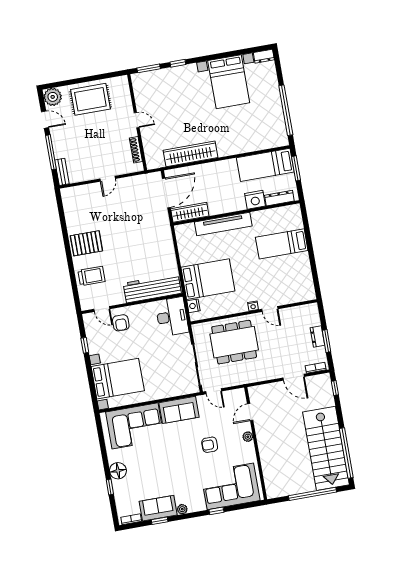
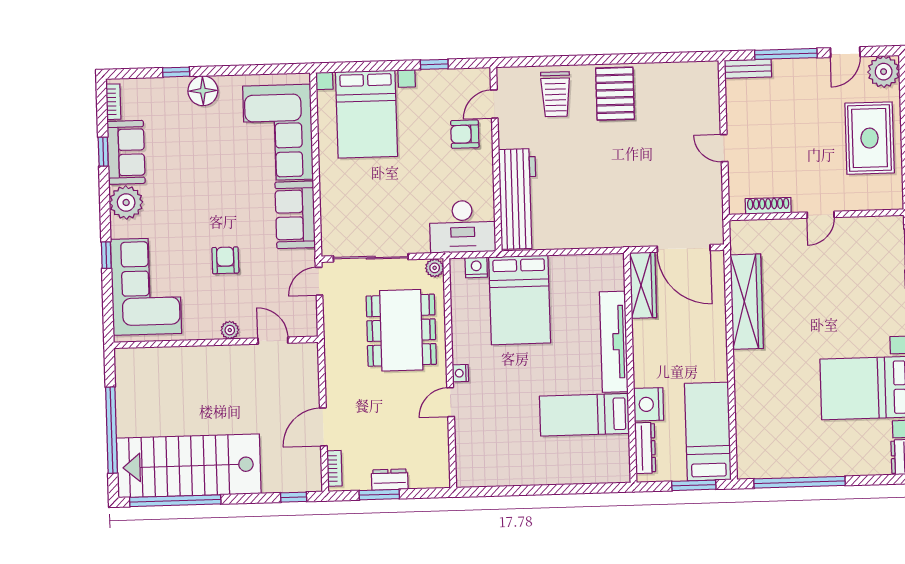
bed: (282, 244) -> (584, 415), moved, turned -90
plant: (197, 329) -> (435, 268), added
plant: (182, 509) -> (126, 202), width x1.88, depth x1.88

